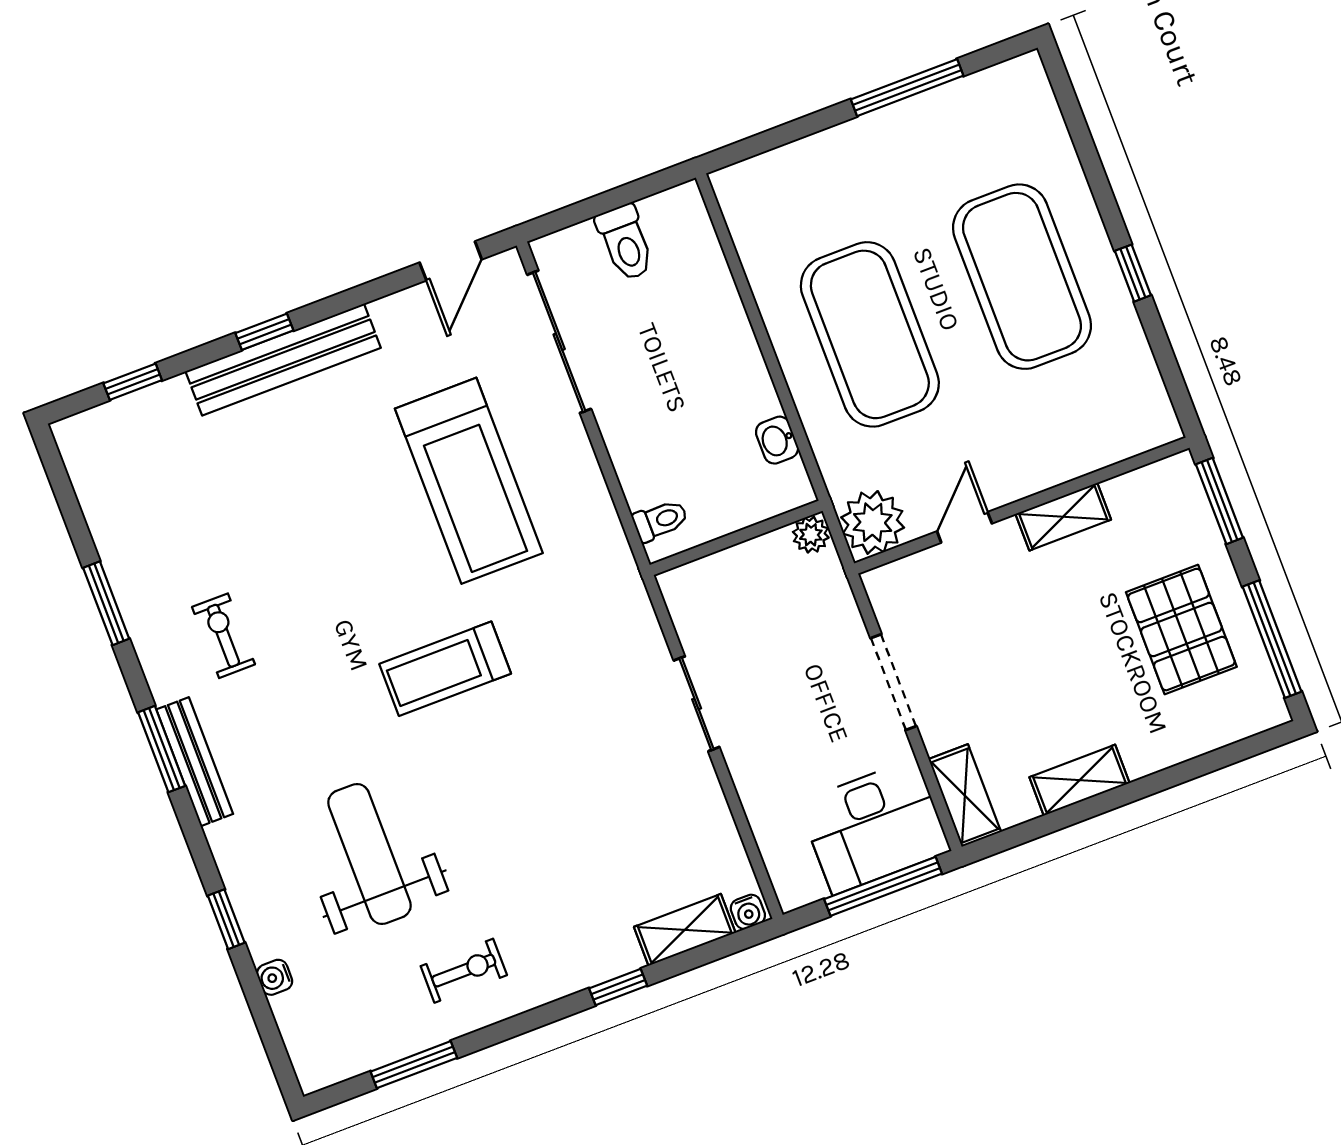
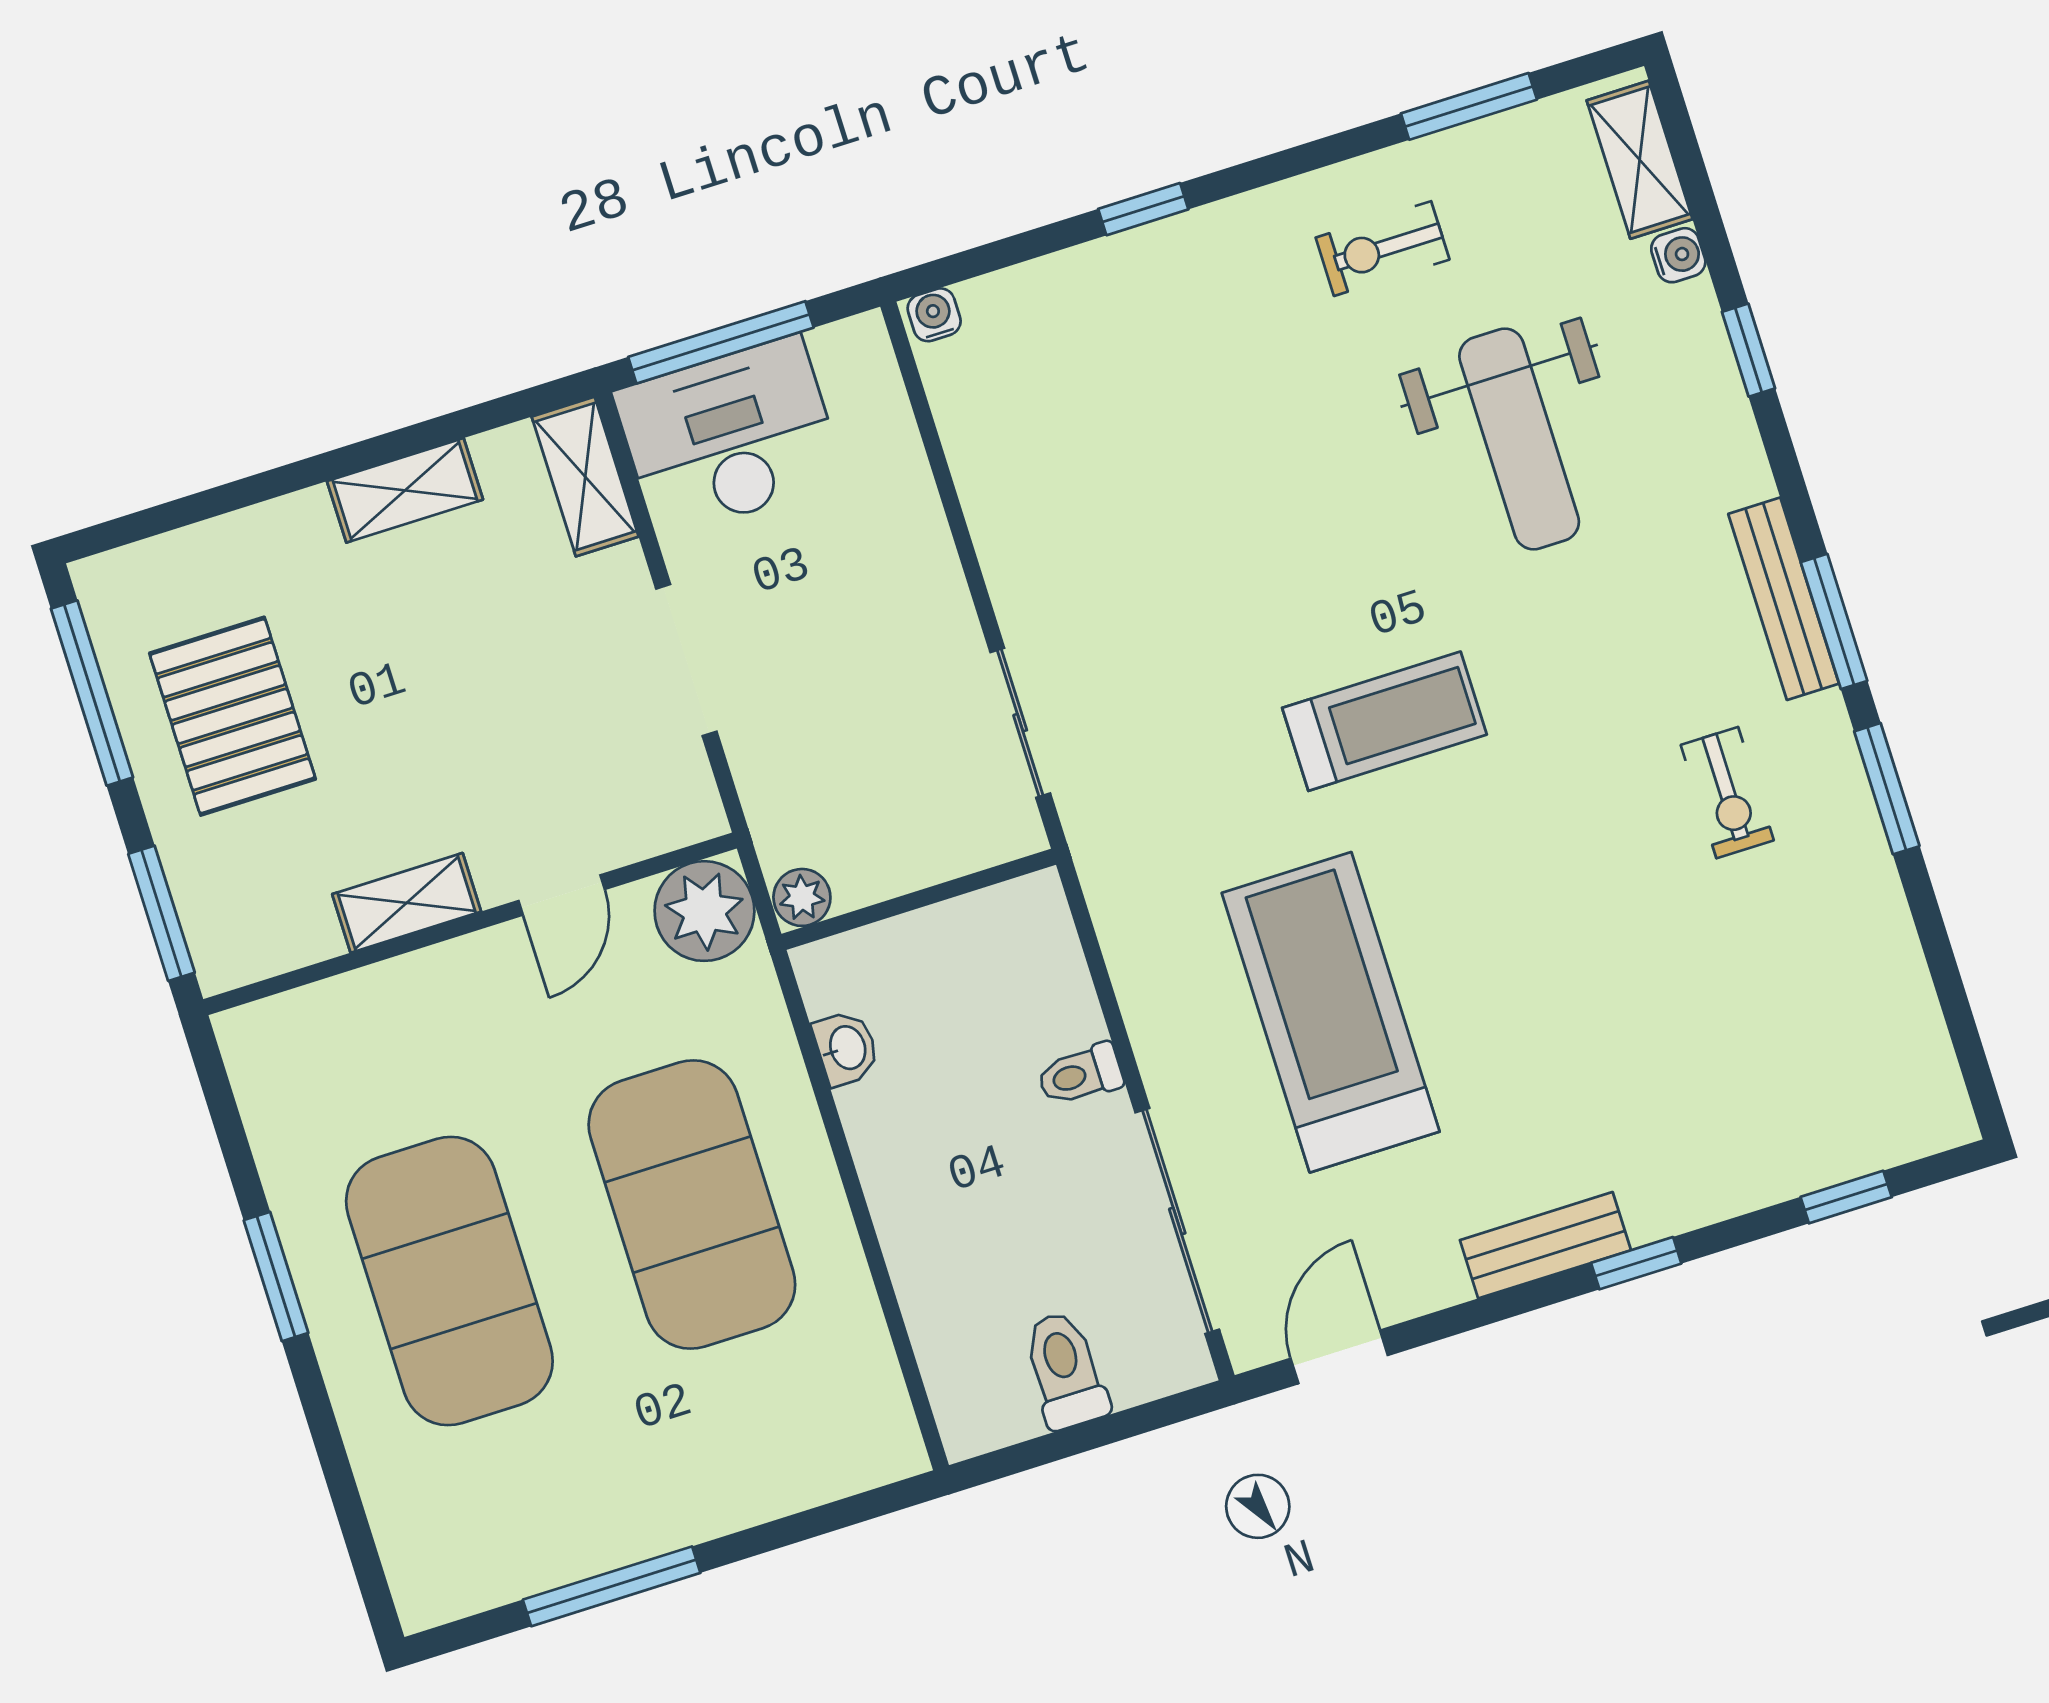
window: (1133, 273) -> (276, 1277), width x1.50
bench: (283, 360) -> (1545, 1245), width x0.54, depth x0.82
toilet: (660, 520) -> (1080, 1075), moved
window: (106, 603) -> (1887, 789), moved
sliding door: (697, 704) -> (1020, 723), moved
shelving: (685, 930) -> (1640, 160), moved, turned 90

